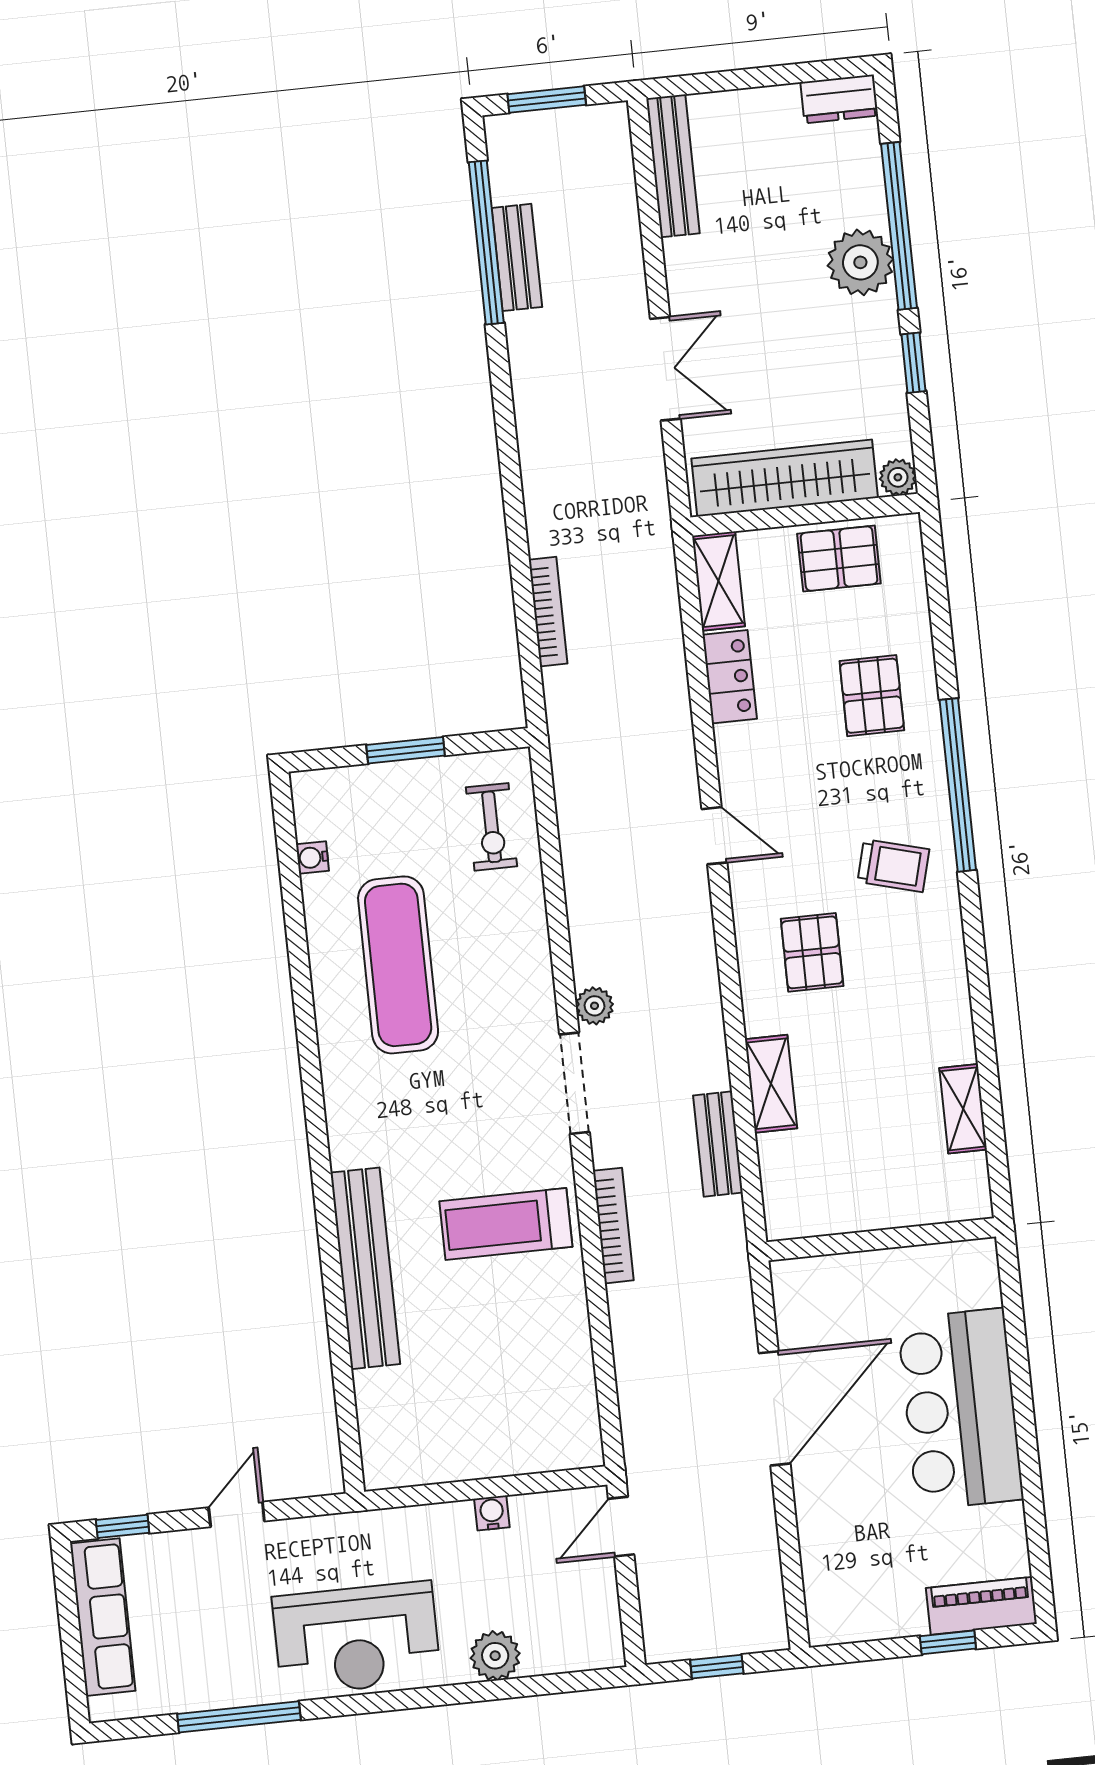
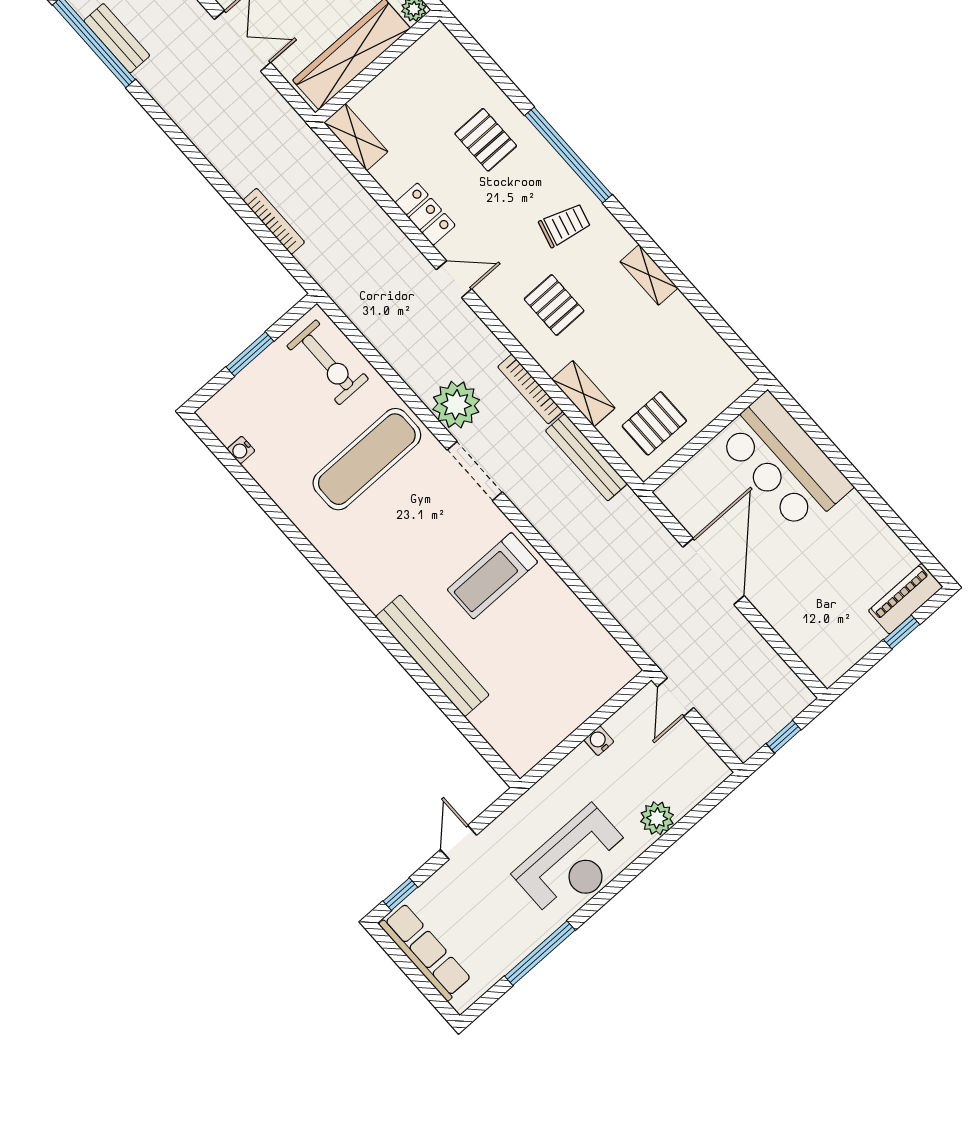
pallet: (839, 559) -> (654, 423), moved
locker: (730, 677) -> (425, 214), moved
exercise bike: (492, 827) -> (328, 362), width x1.38, depth x1.39
exercise mat: (398, 965) -> (367, 459), moved, turned 90
plant: (595, 1006) -> (456, 405), width x1.88, depth x1.88
shelving: (963, 1109) -> (649, 275), moved
bench: (718, 1144) -> (586, 457), width x1.36
bookcase: (613, 1226) -> (530, 389), moved, turned 180
bar counter: (960, 1409) -> (784, 462), moved

